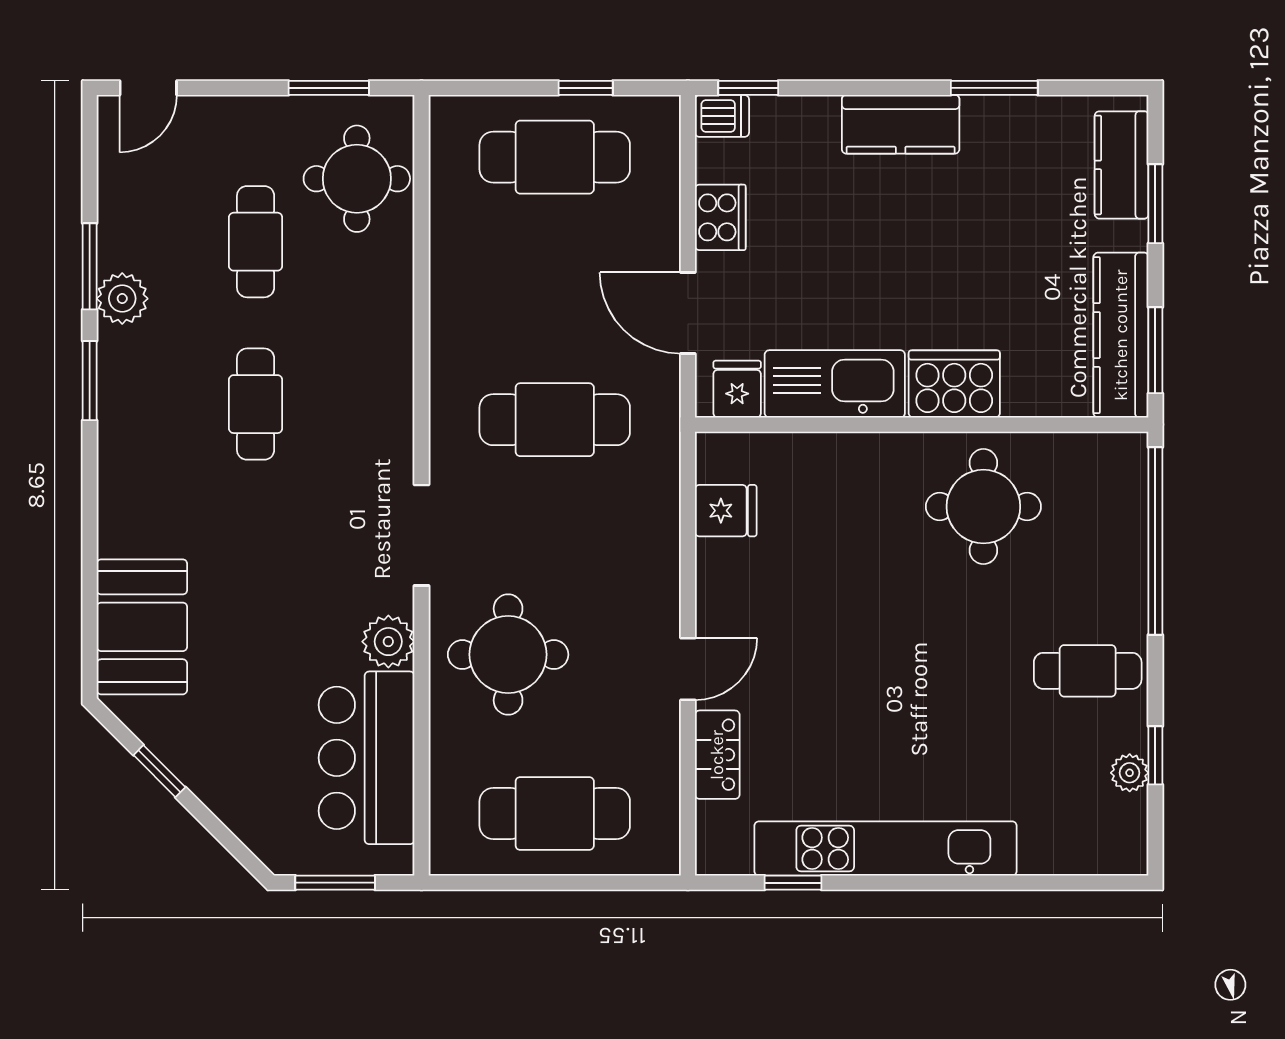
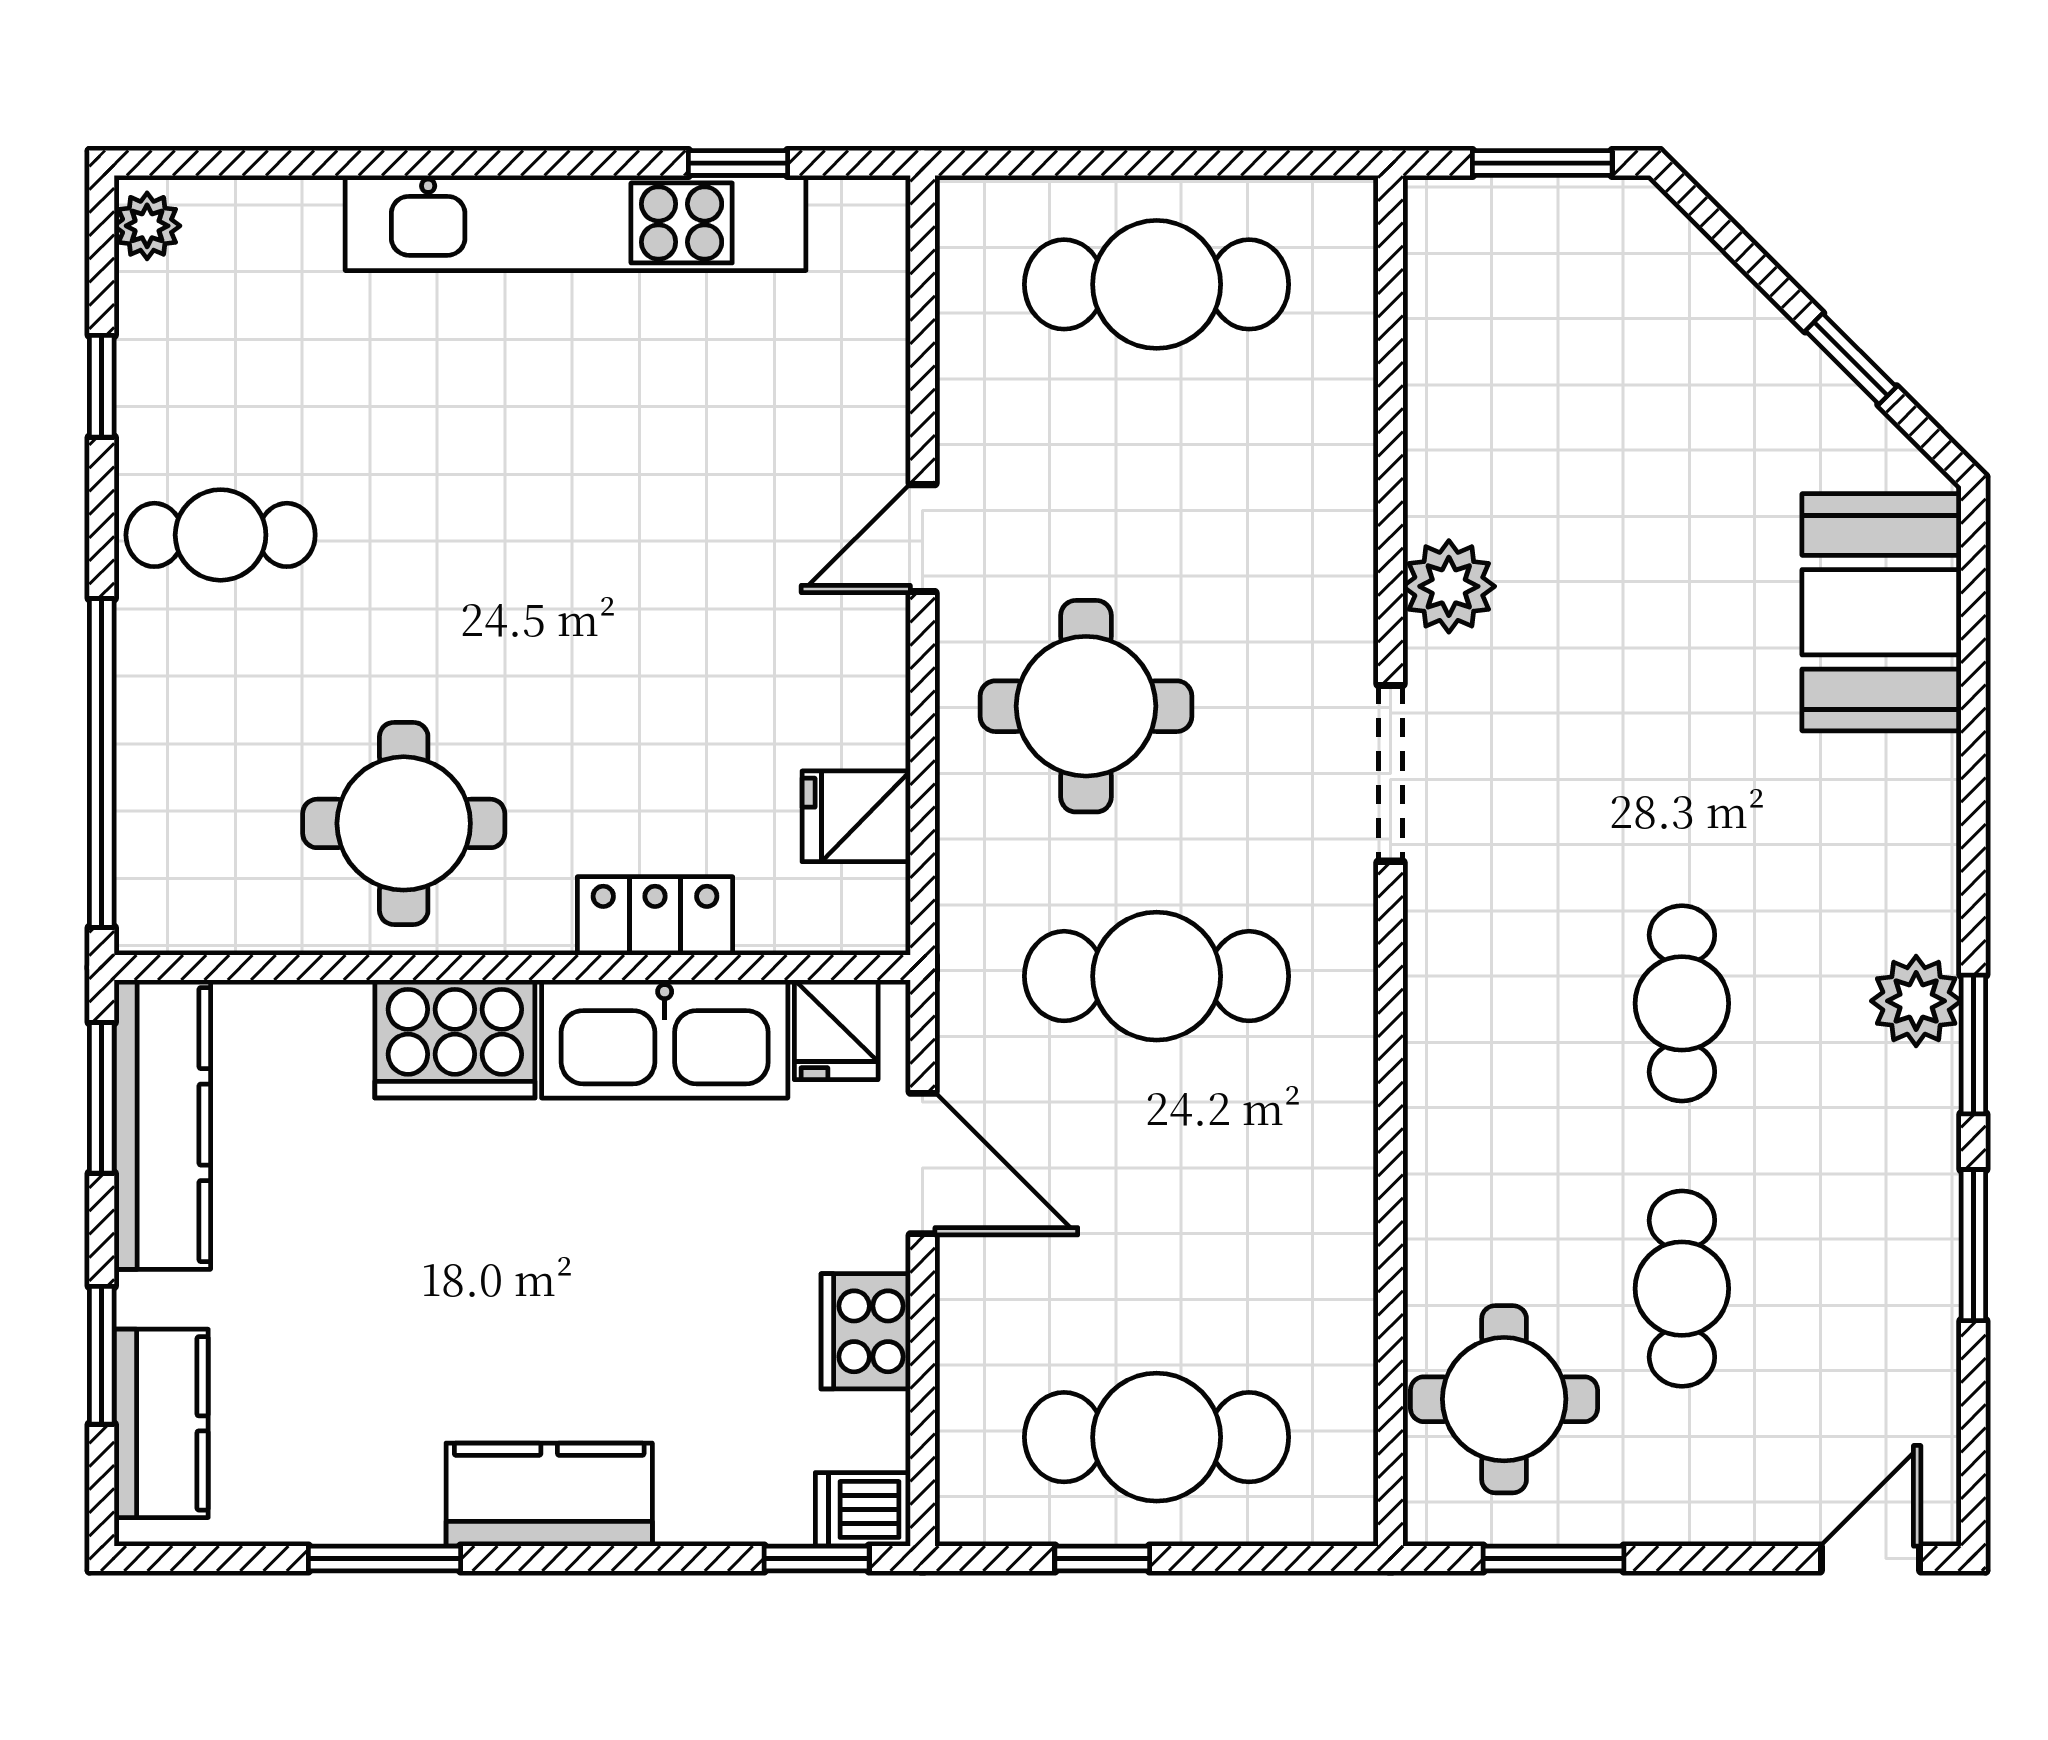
plant: (122, 299) -> (1916, 1001), moved
round table: (508, 655) -> (1086, 706), moved
locker: (717, 755) -> (655, 916), moved, turned 90
bar counter: (367, 758) -> (1487, 382), removed
plant: (1130, 773) -> (147, 226), moved

